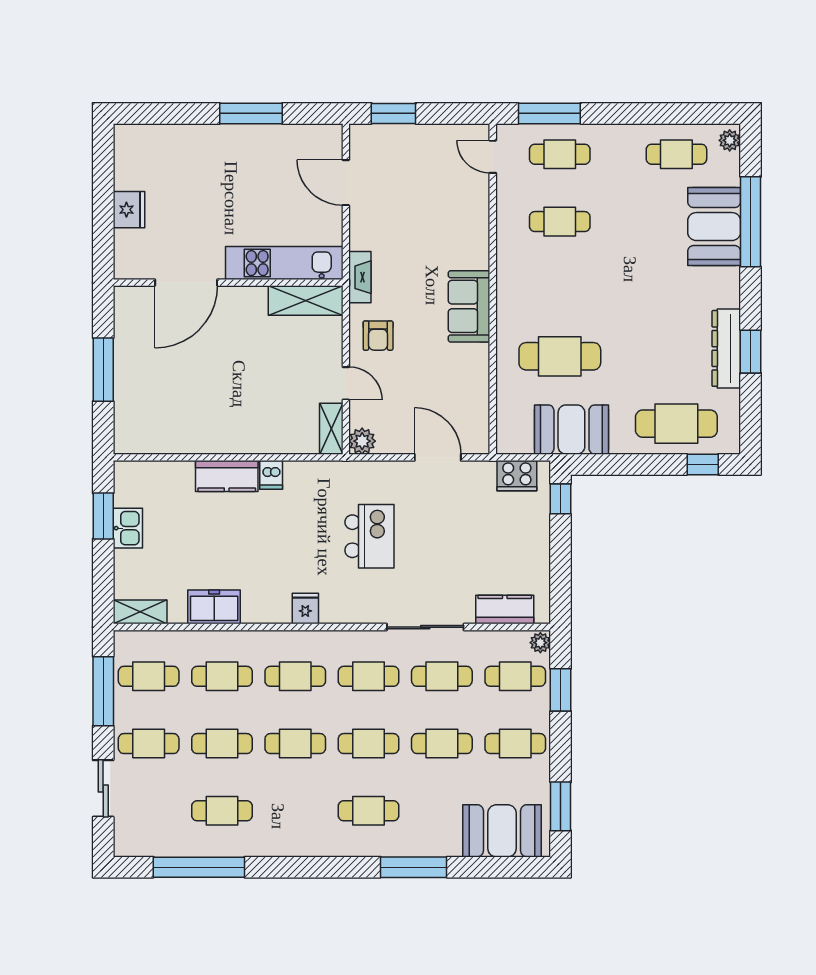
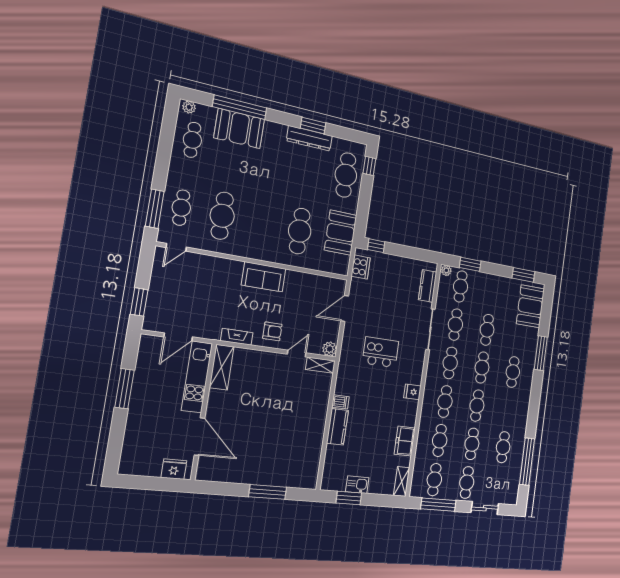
cafe table: (560, 222) -> (222, 216), width x1.37, depth x1.35
kitchen unit: (284, 263) -> (197, 377), moved
door: (186, 283) -> (200, 437), moved
wall: (228, 283) -> (203, 412), moved
shelving: (306, 301) -> (222, 367), moved
cafe table: (515, 744) -> (492, 292), removed

